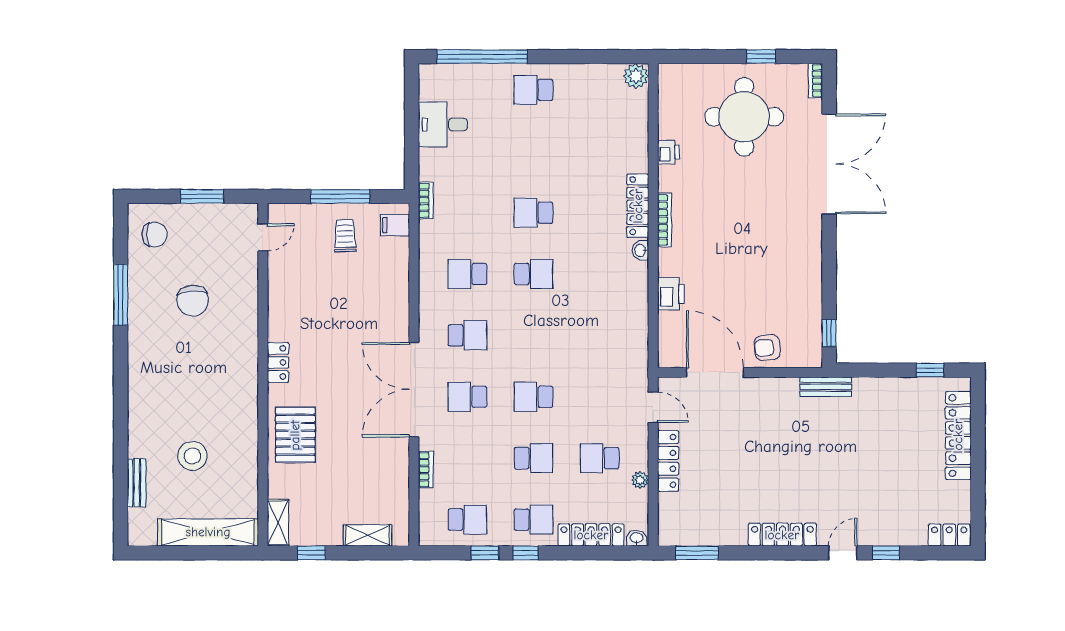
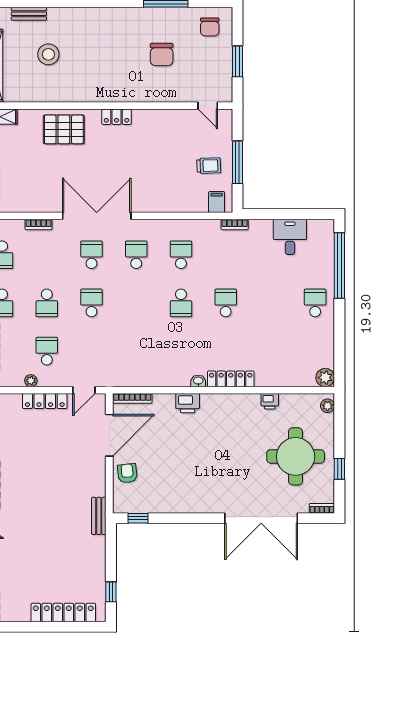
plant: (675, 73) -> (328, 406), added
bookcase: (664, 220) -> (132, 398), moved
printer: (671, 294) -> (188, 403), moved
chair: (193, 301) -> (162, 55), turned -86
school desk: (467, 335) -> (136, 255), turned 180

